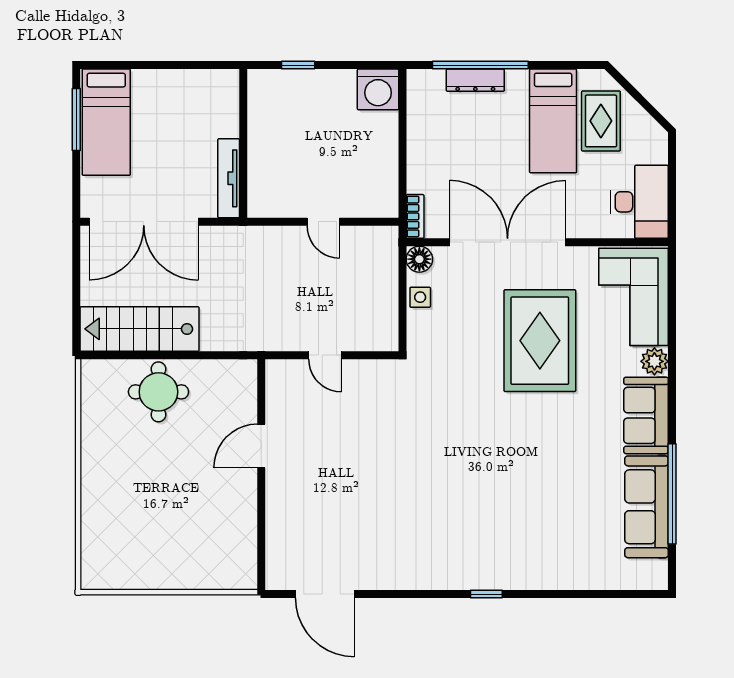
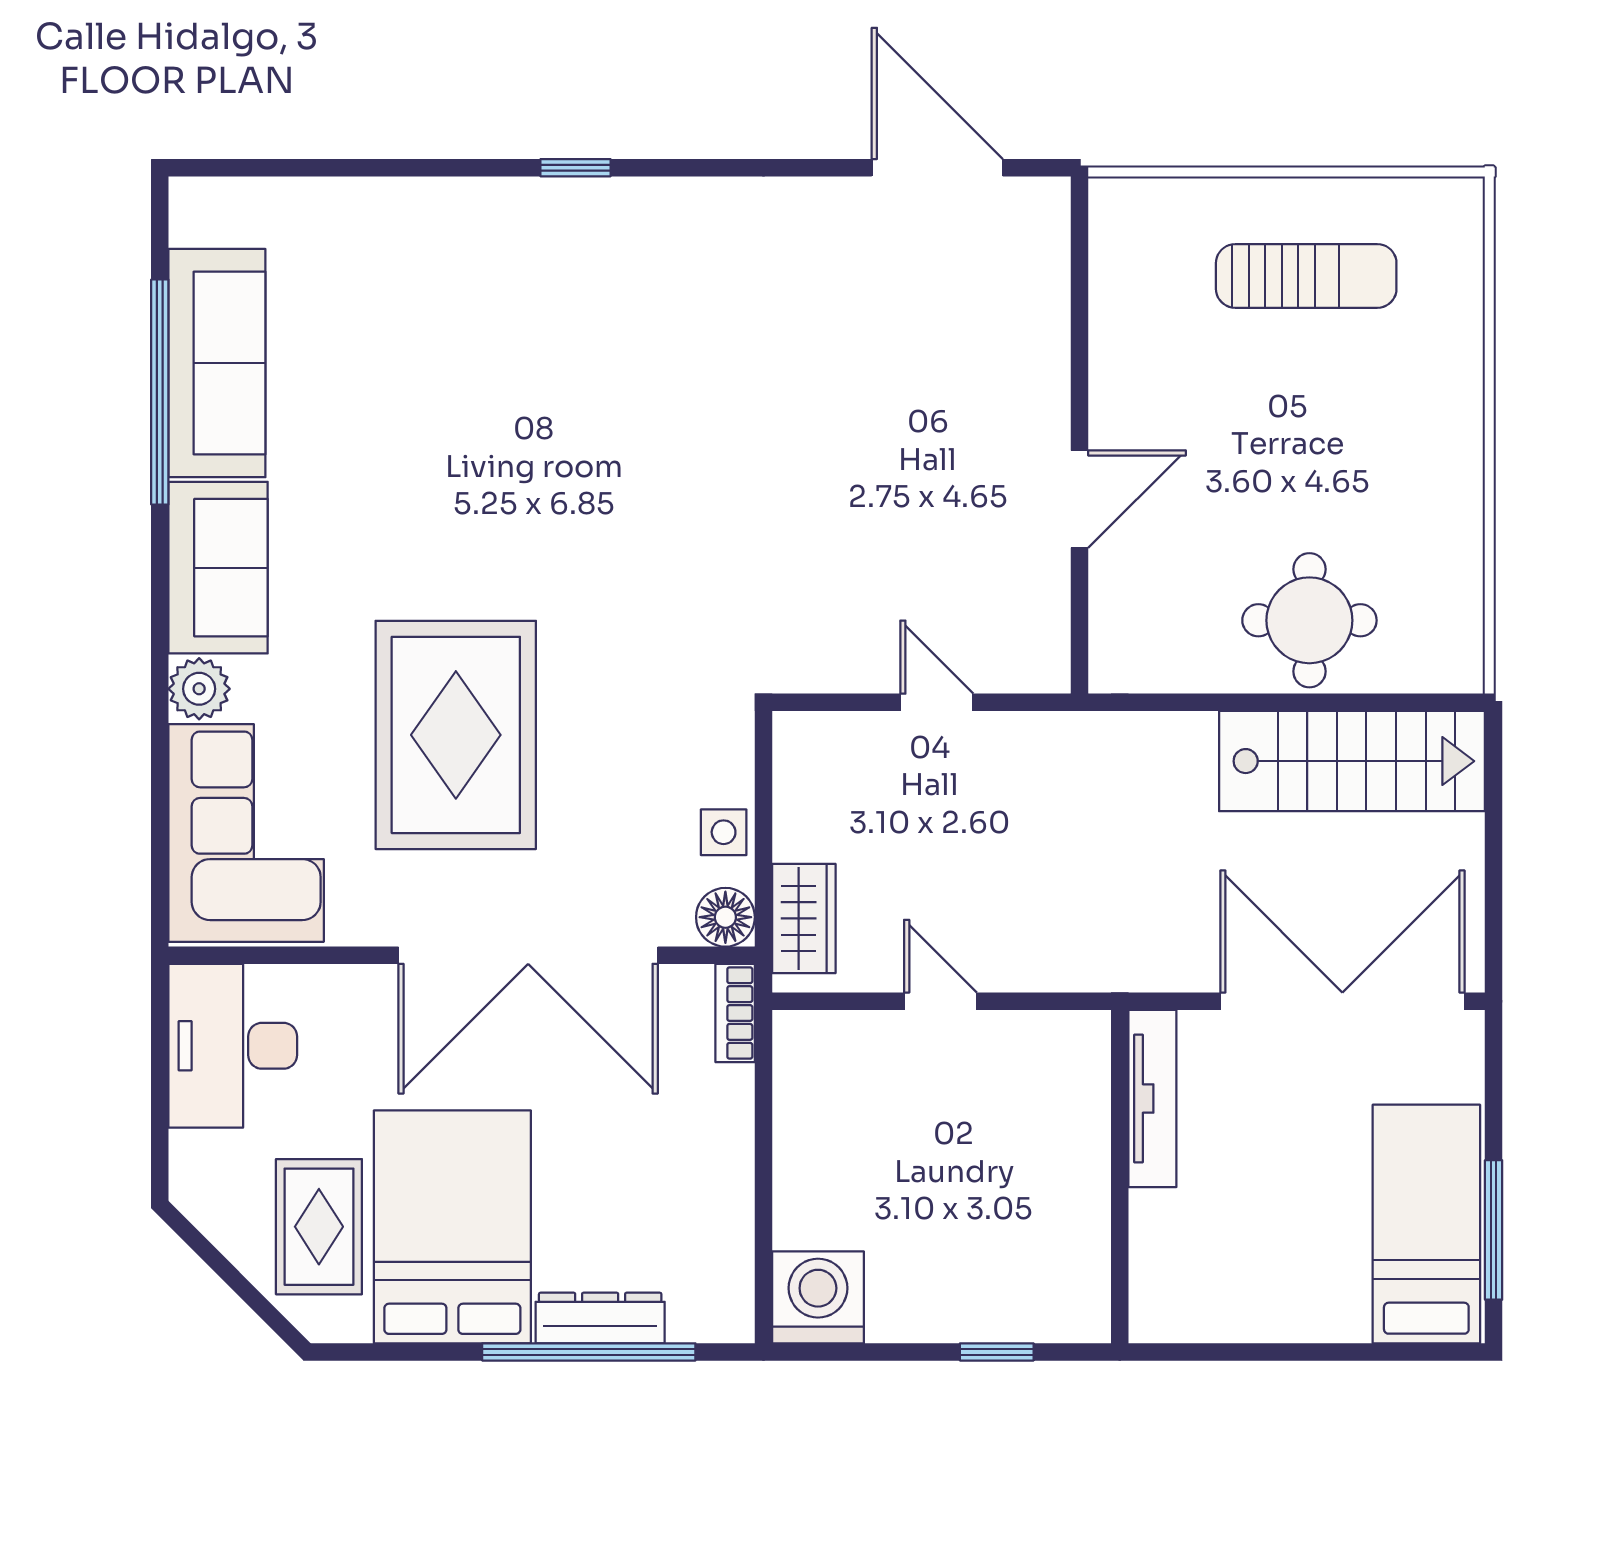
bed: (553, 121) -> (452, 1227), width x1.50
wardrobe: (384, 259) -> (804, 918), added
sun lounger: (160, 546) -> (1306, 276), added

